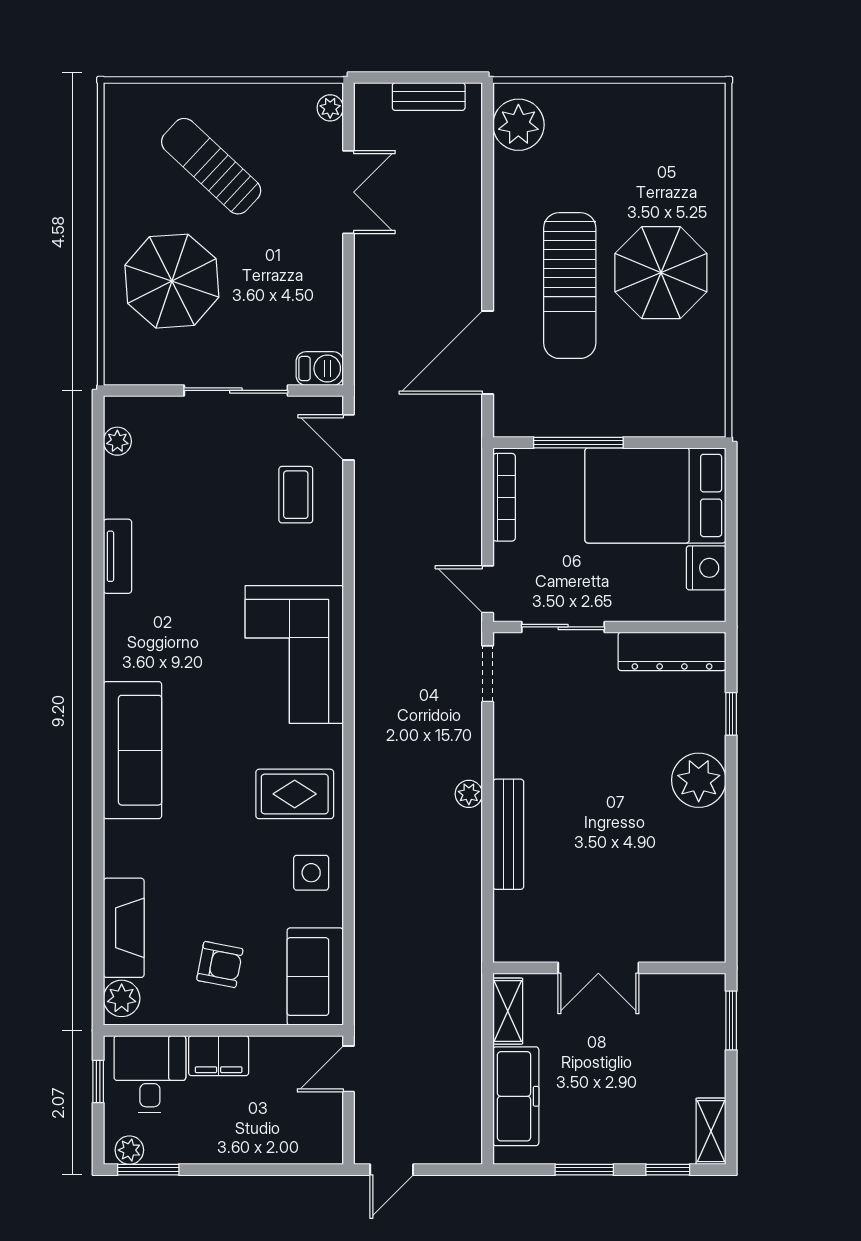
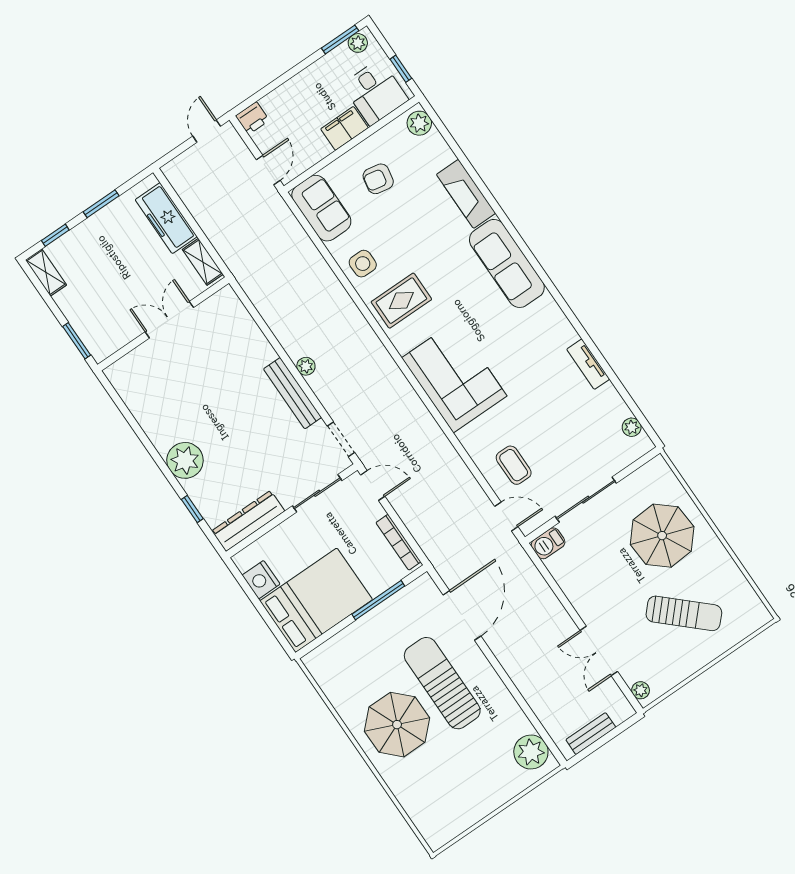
bench: (508, 834) -> (293, 393), moved
fireplace: (124, 928) -> (466, 194), moved
printer: (324, 1147) -> (252, 118), added

